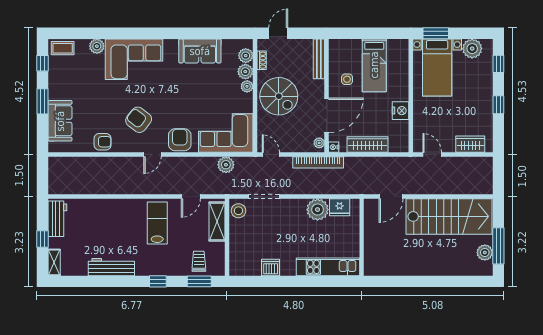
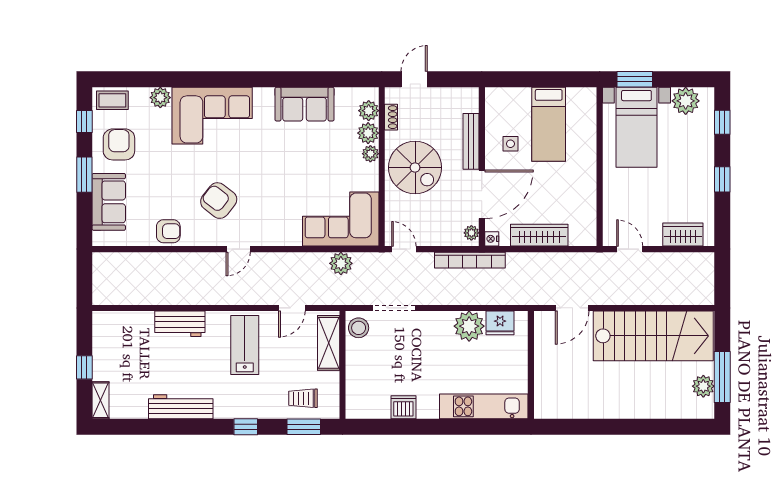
bench: (319, 59) -> (471, 141), moved
nightstand: (401, 111) -> (585, 188), removed
armchair: (180, 140) -> (119, 144), moved
workbench: (57, 219) -> (180, 324), moved, turned 90
trolley: (199, 261) -> (303, 398), turned -90

